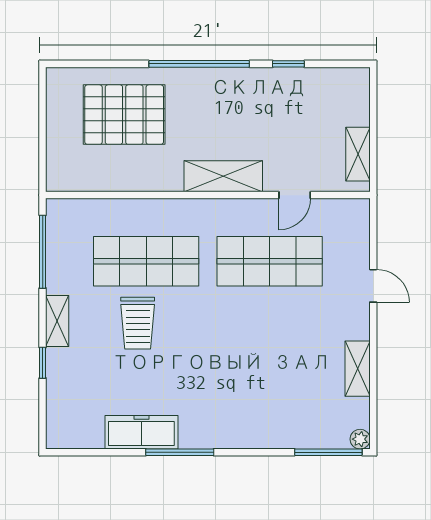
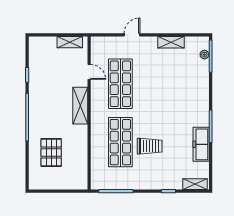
pallet: (124, 115) -> (51, 152), width x0.73, depth x0.71
shelving: (57, 321) -> (195, 184), moved
plant: (360, 439) -> (204, 55), moved

